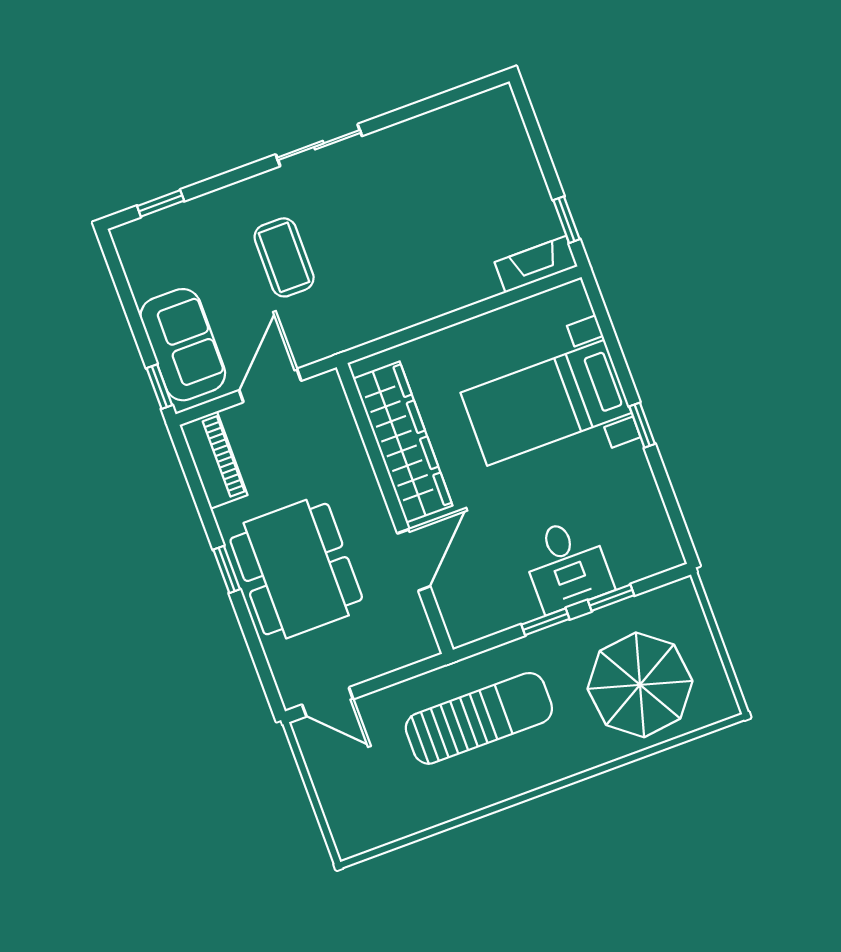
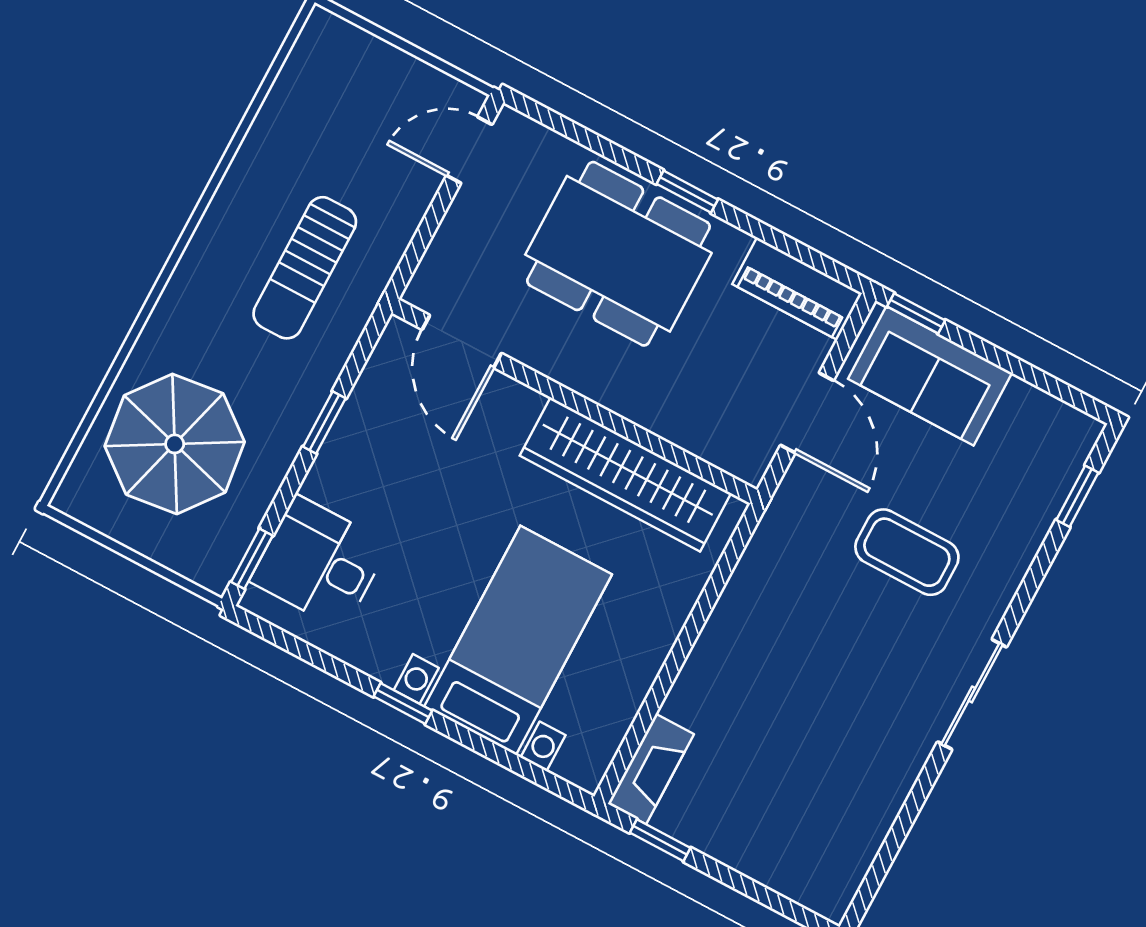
door: (414, 560) -> (462, 341), moved
desk: (567, 565) -> (319, 563), moved
window: (611, 598) -> (252, 559), moved
sun lounger: (479, 718) -> (305, 268), width x0.73, depth x0.75

